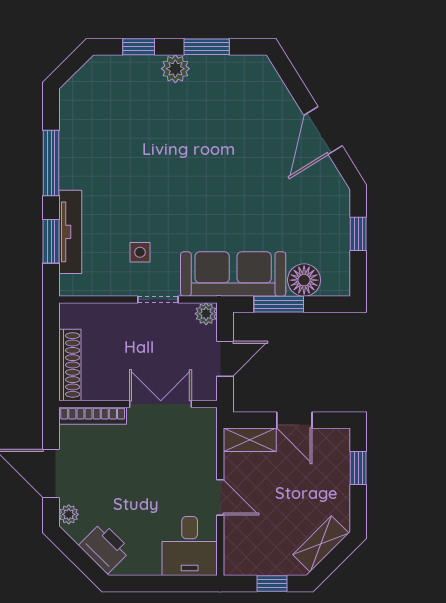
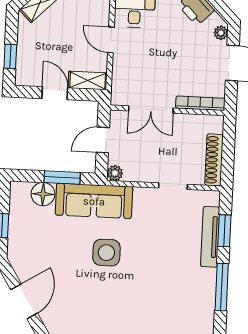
side table: (140, 252) -> (106, 253), moved, width x1.87, depth x1.87
doorway: (158, 299) -> (173, 186), moved
shoe rack: (70, 365) -> (214, 160), moved

